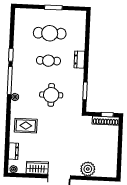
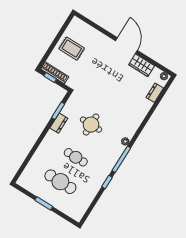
dresser: (79, 60) -> (59, 123), moved
rug: (26, 126) -> (72, 49), moved
plant: (88, 169) -> (96, 38), removed

